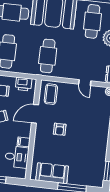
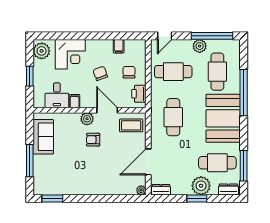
cafe table: (48, 56) -> (173, 117), turned 90
door: (85, 83) -> (148, 162), width x1.88
plant: (41, 133) -> (87, 119), added

